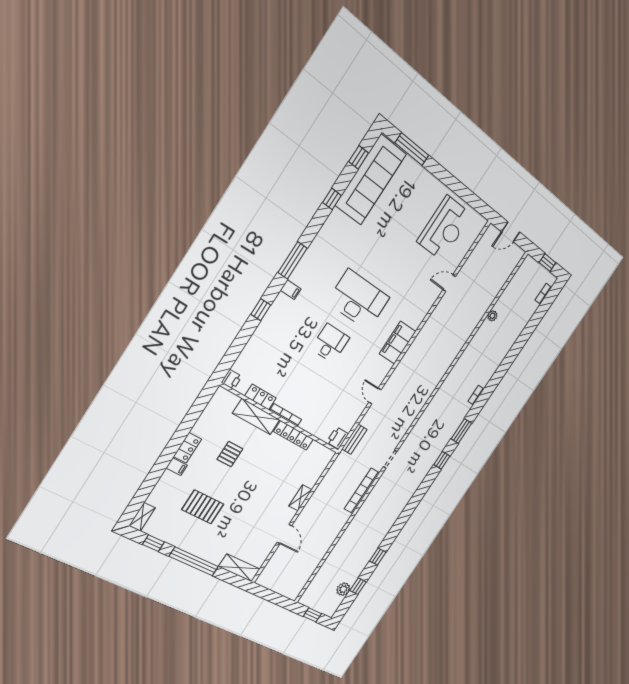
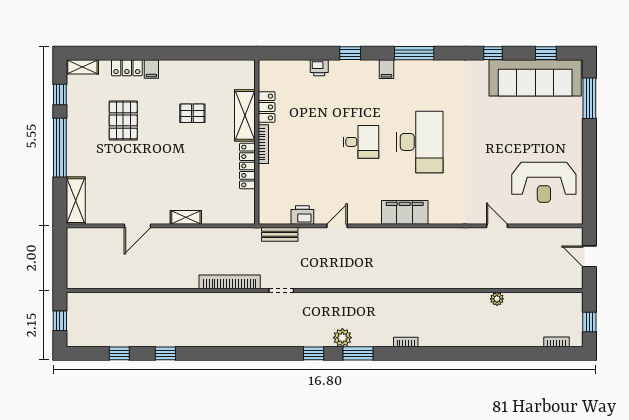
printer: (231, 379) -> (319, 68), moved
printer: (337, 438) -> (302, 215), moved
locker: (187, 448) -> (127, 68), moved
plant: (343, 589) -> (342, 338), moved

